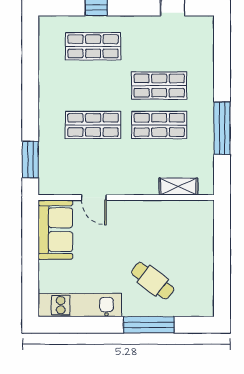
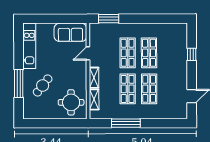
shop shelf: (93, 46) -> (149, 53), moved
shelving: (138, 187) -> (94, 78), added
round table: (184, 229) -> (71, 102), added

